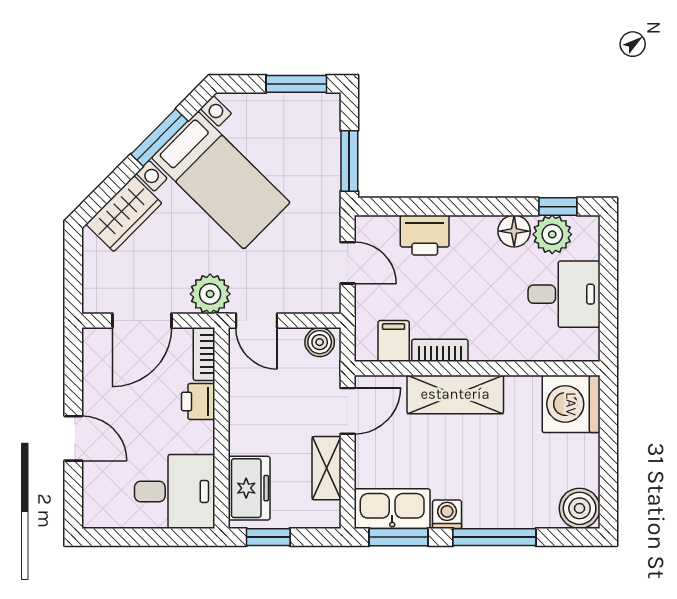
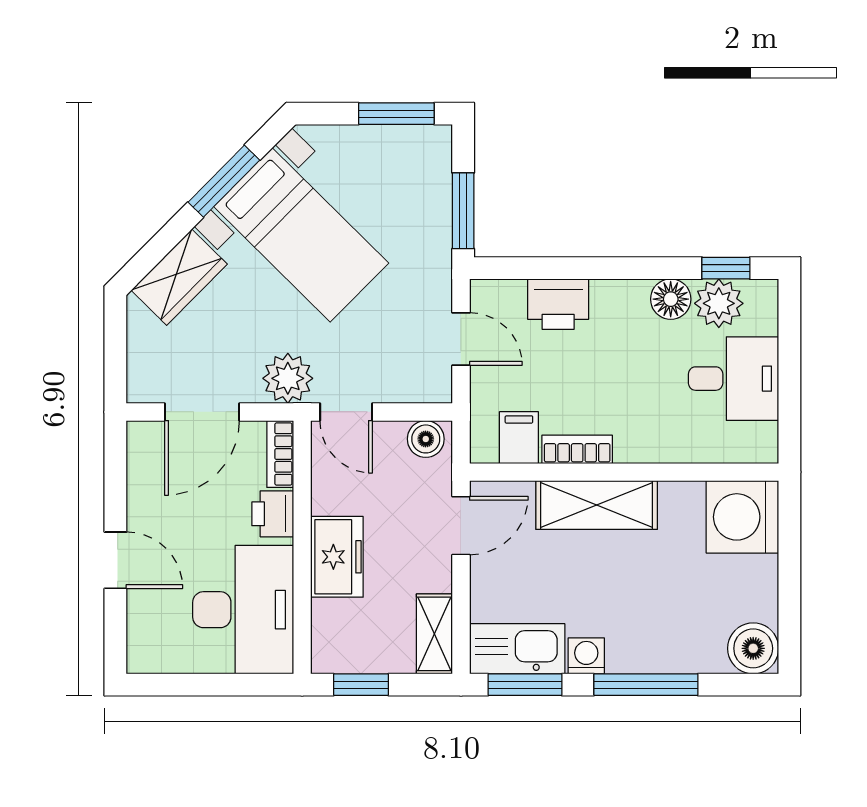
shelving: (327, 468) -> (434, 634), moved
freezer: (249, 488) -> (337, 557), moved
desk: (175, 491) -> (243, 610), width x1.37

